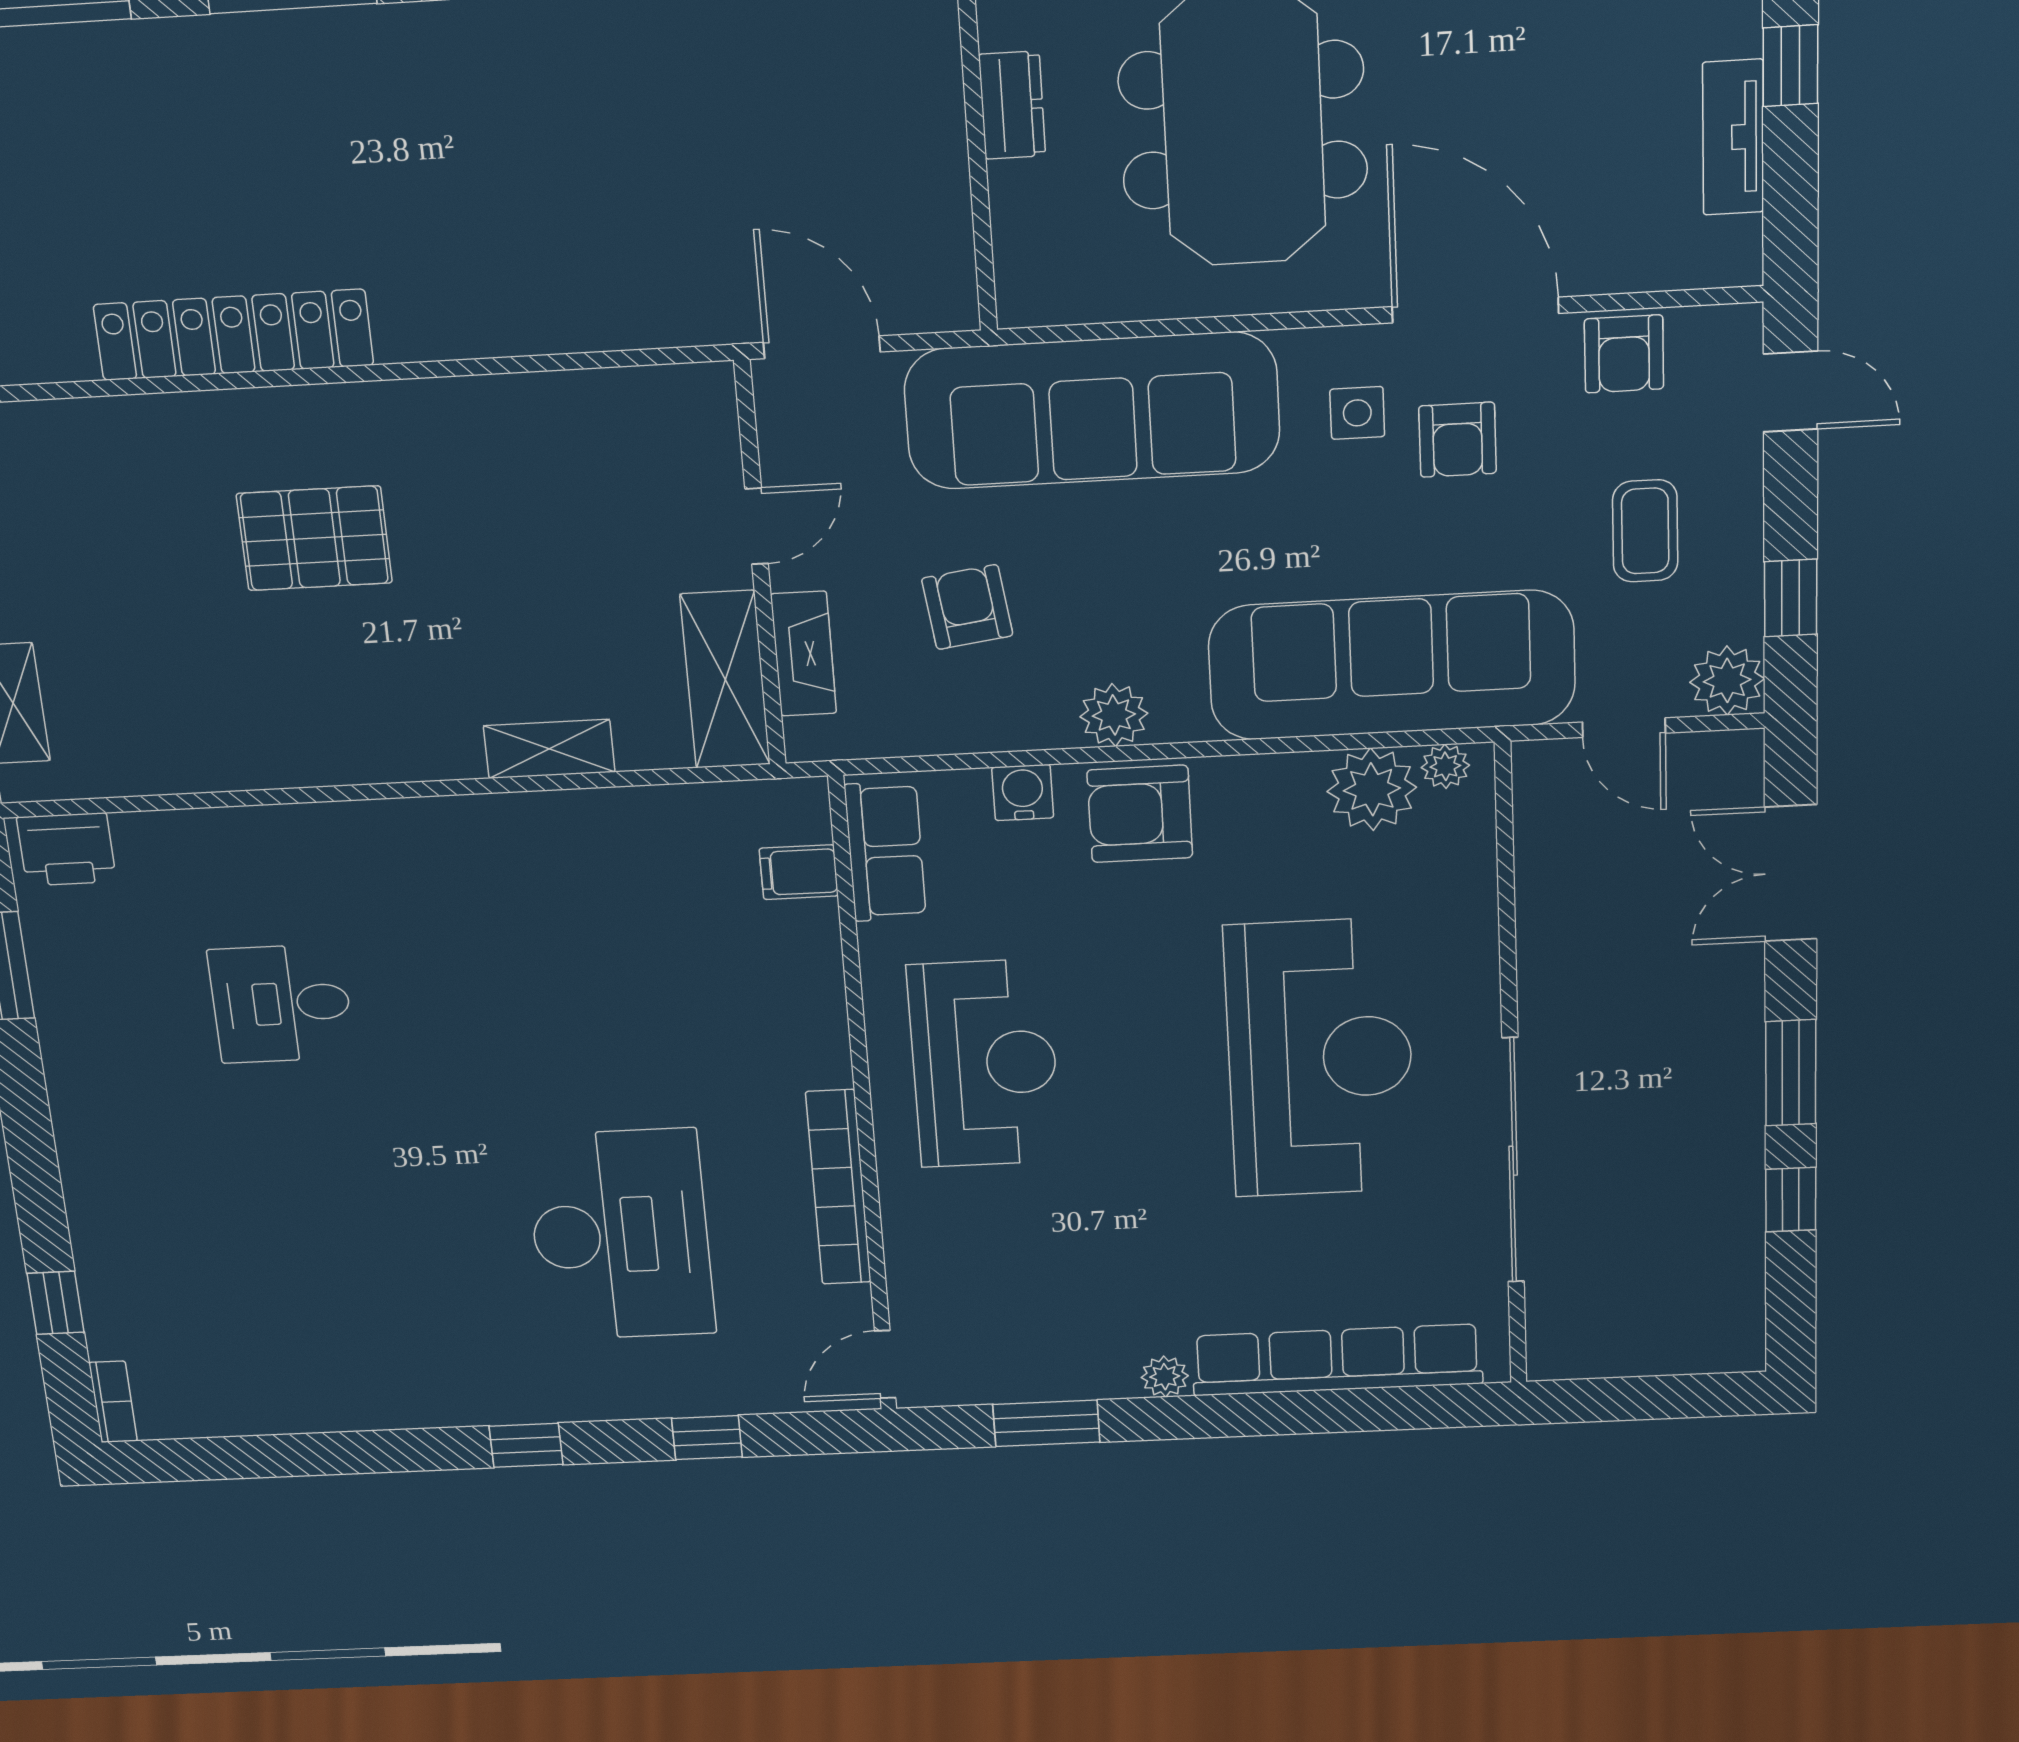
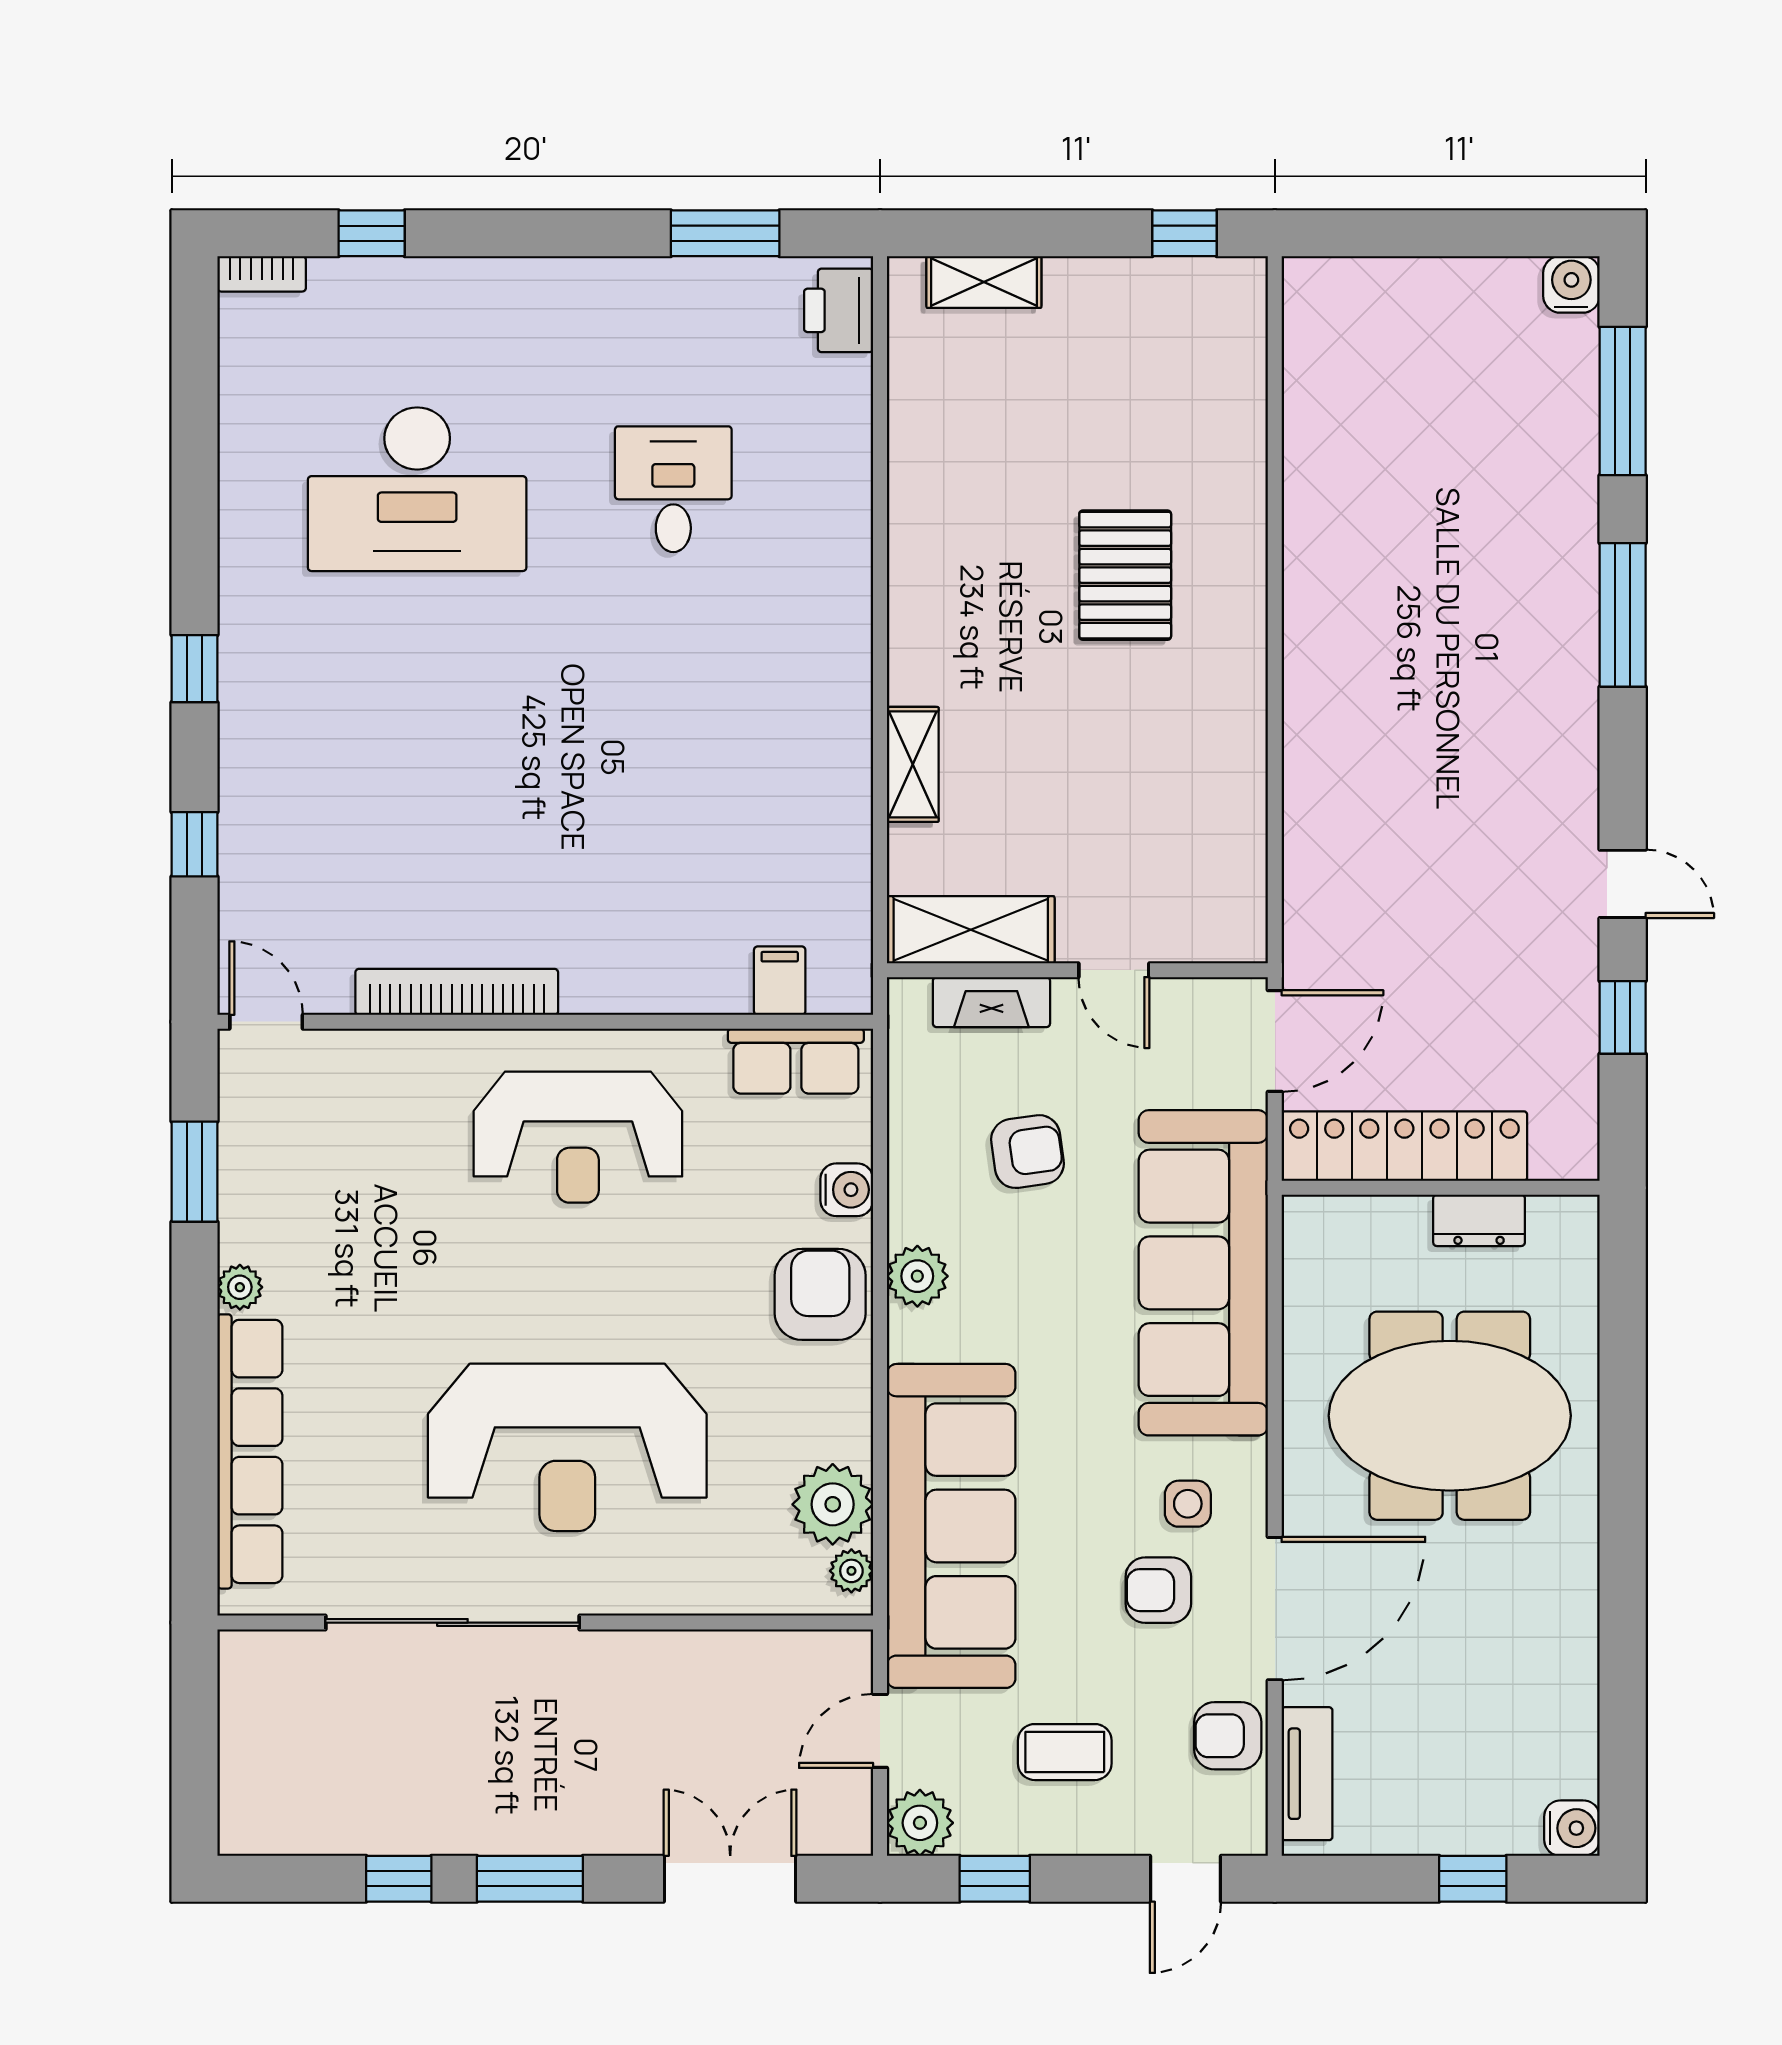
tv unit: (1733, 137) -> (1307, 1774), moved, turned 90
locker: (234, 335) -> (1404, 1146), moved, turned -90
desk: (620, 1235) -> (417, 489), moved

